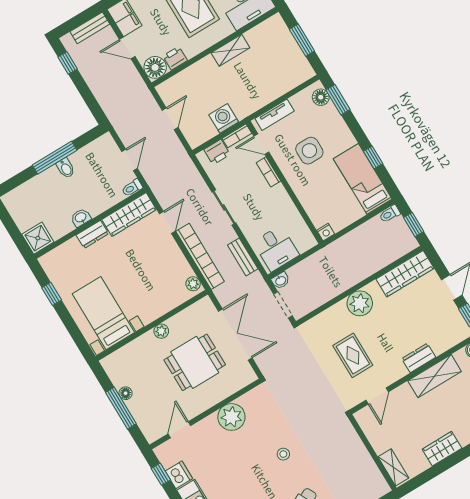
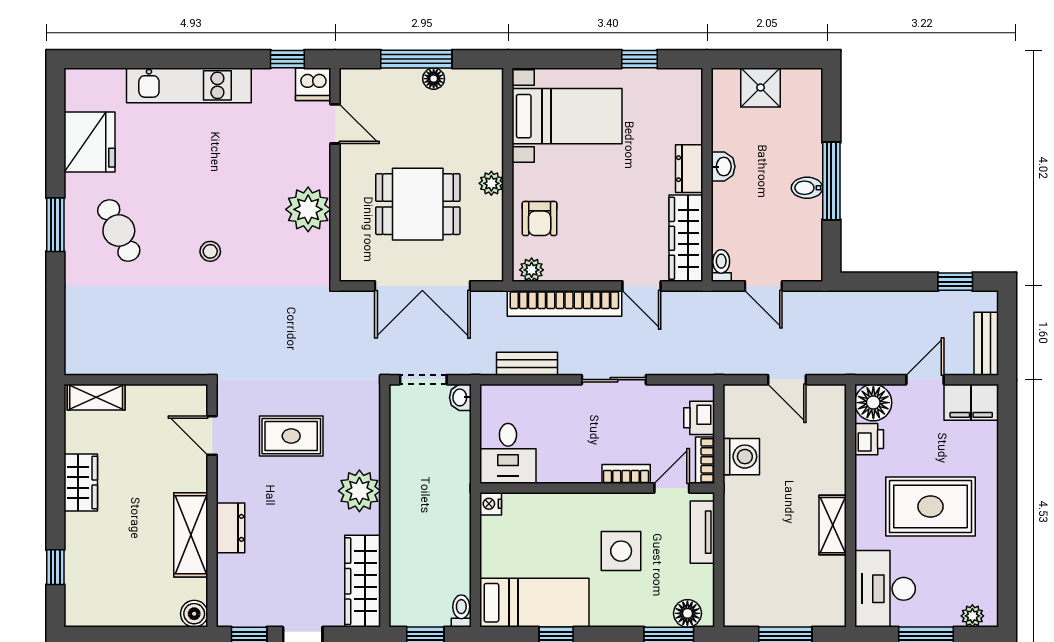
shower: (38, 238) -> (761, 87), moved
desk: (276, 248) -> (508, 453), moved, turned -90
armchair: (164, 296) -> (540, 218), added
dining table: (195, 362) -> (418, 204), turned 90
dishwasher: (179, 475) -> (313, 84), moved

